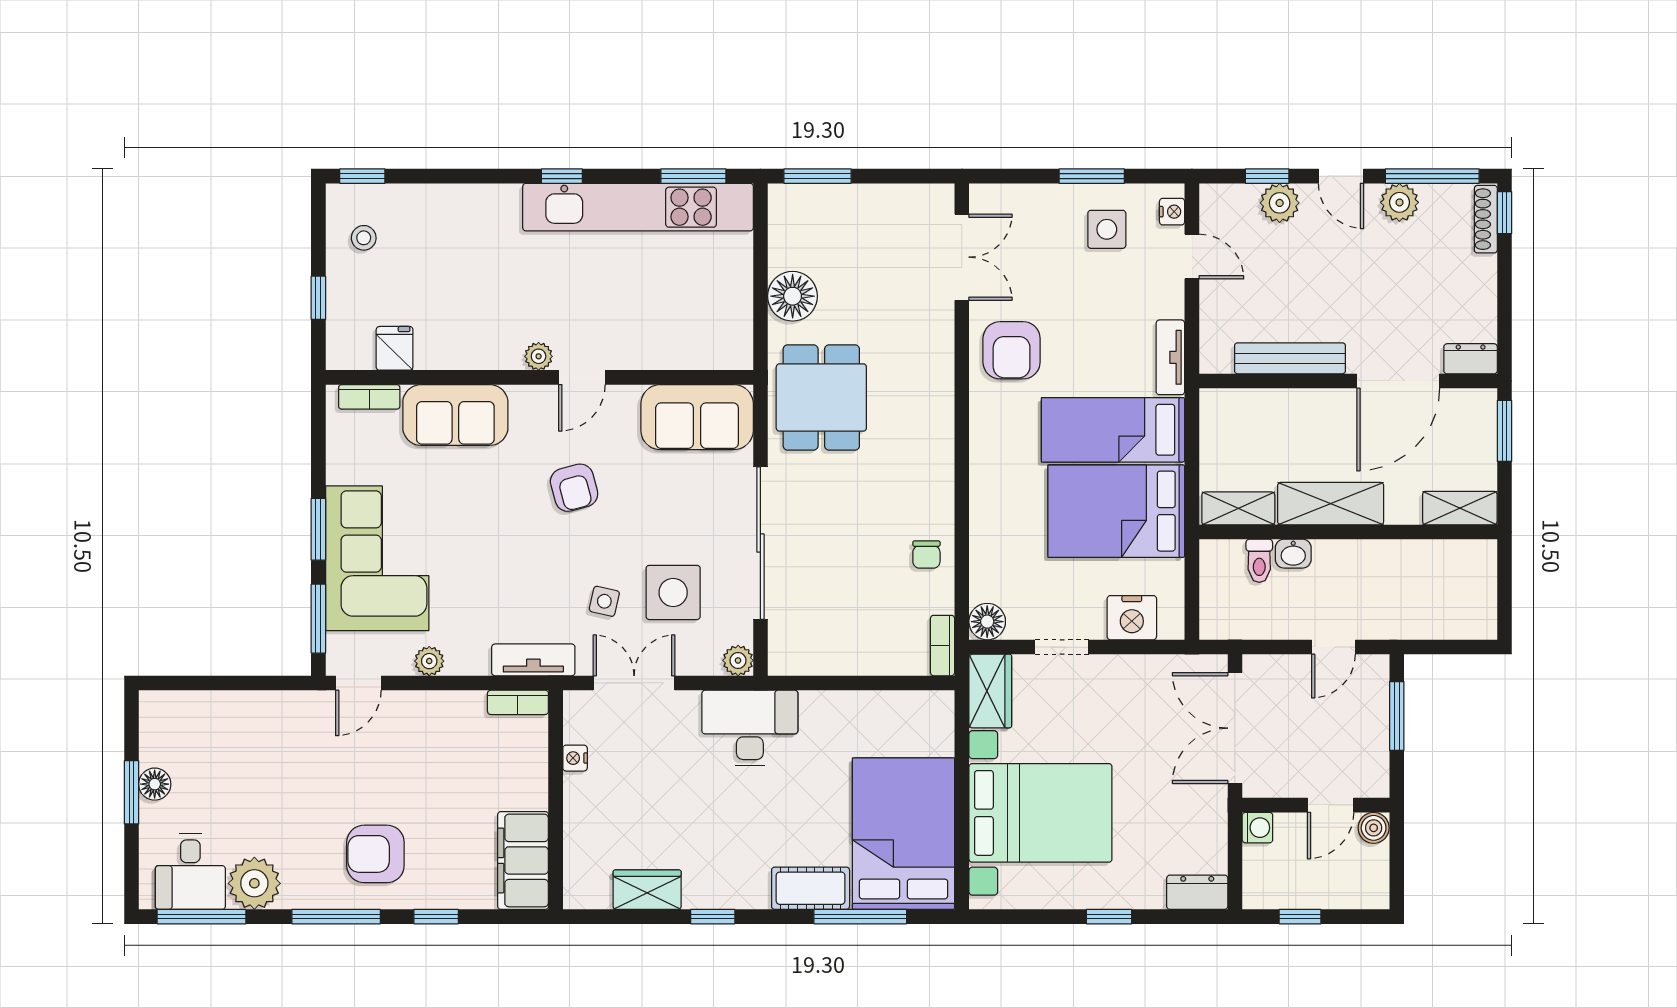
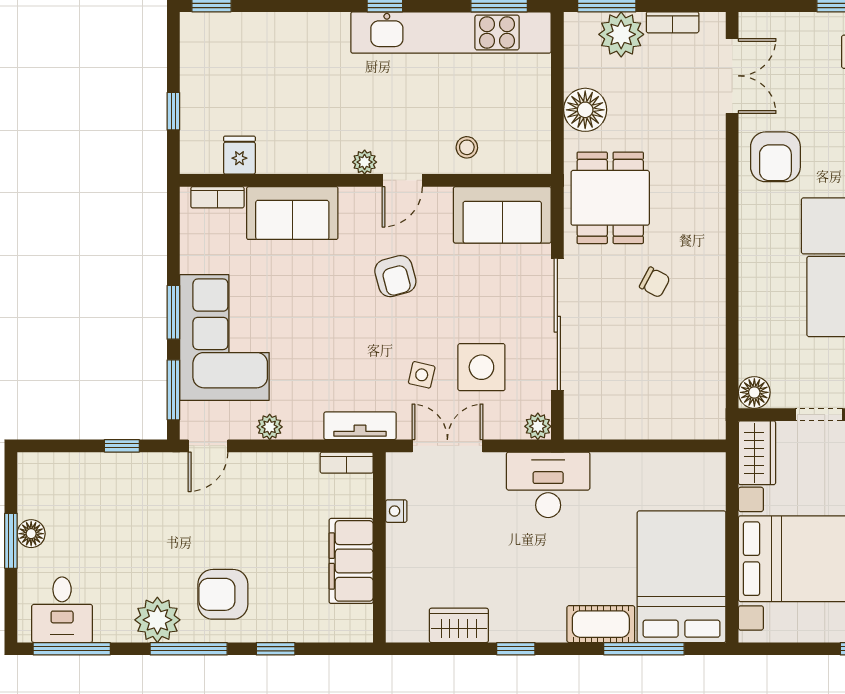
plant: (834, 209) -> (621, 34), added
stool: (364, 238) -> (467, 147), moved
chair: (926, 554) -> (655, 282), moved, turned -62
bookcase: (942, 646) -> (673, 22), moved, turned -90
window: (259, 683) -> (122, 446), added
filing cabinet: (523, 860) -> (351, 561), moved
plant: (254, 883) -> (157, 620), moved

